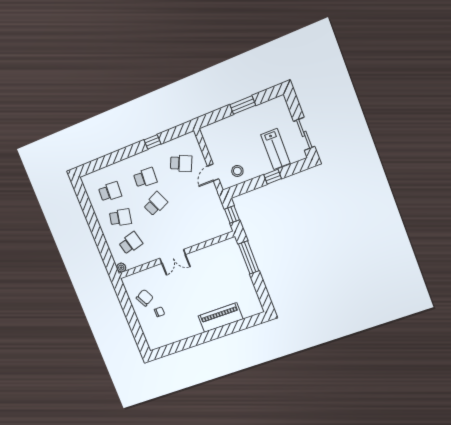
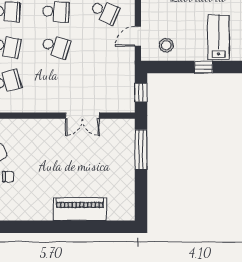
lab bench: (275, 149) -> (219, 37), turned 180
school desk: (155, 204) -> (56, 46), turned 42
double door: (173, 256) -> (82, 116), moved

